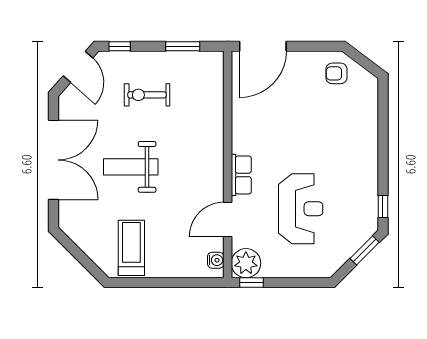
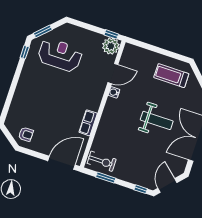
exercise bike: (147, 95) -> (102, 161), moved
row of seats: (241, 175) -> (88, 123), moved
reception desk: (301, 209) -> (60, 55), moved, turned 90
treadmill: (131, 248) -> (171, 76), turned 90
water cooler: (216, 260) -> (114, 92), moved

